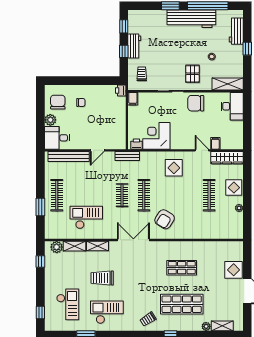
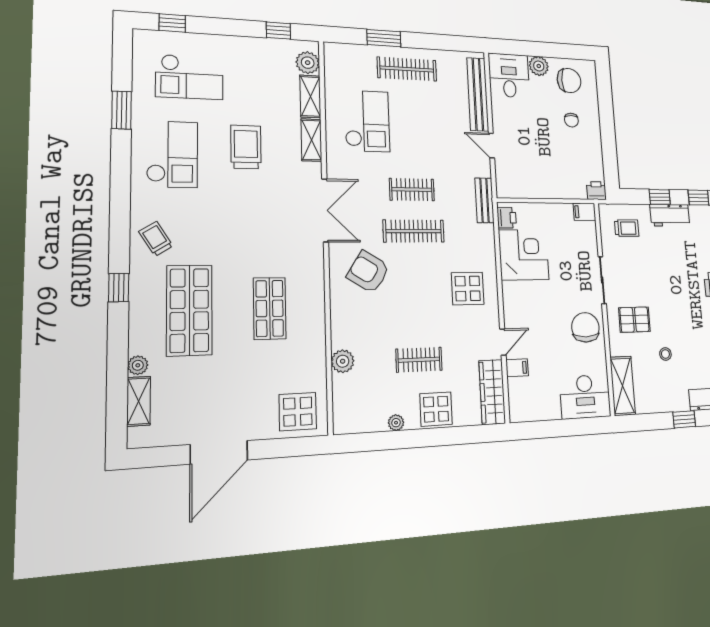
clothes rail: (209, 195) -> (419, 360), width x0.73
plant: (208, 233) -> (343, 361), added
display table: (234, 270) -> (298, 412), moved

